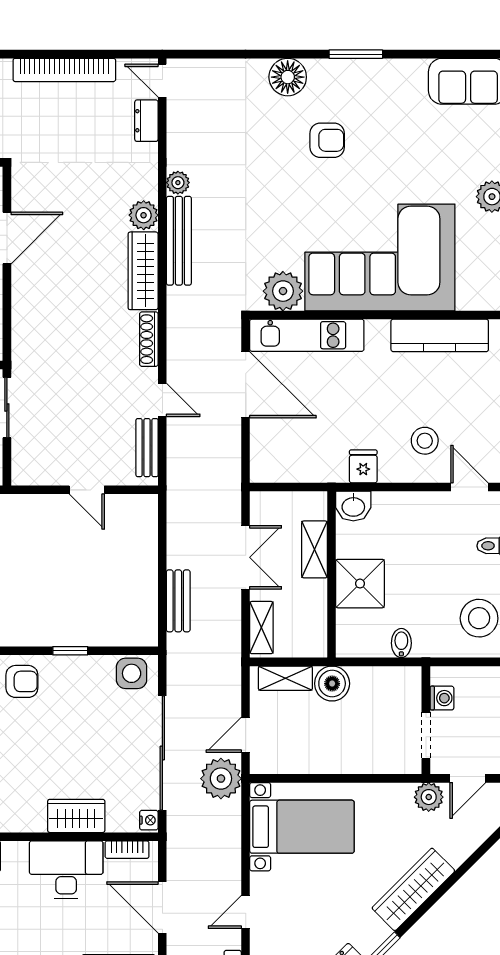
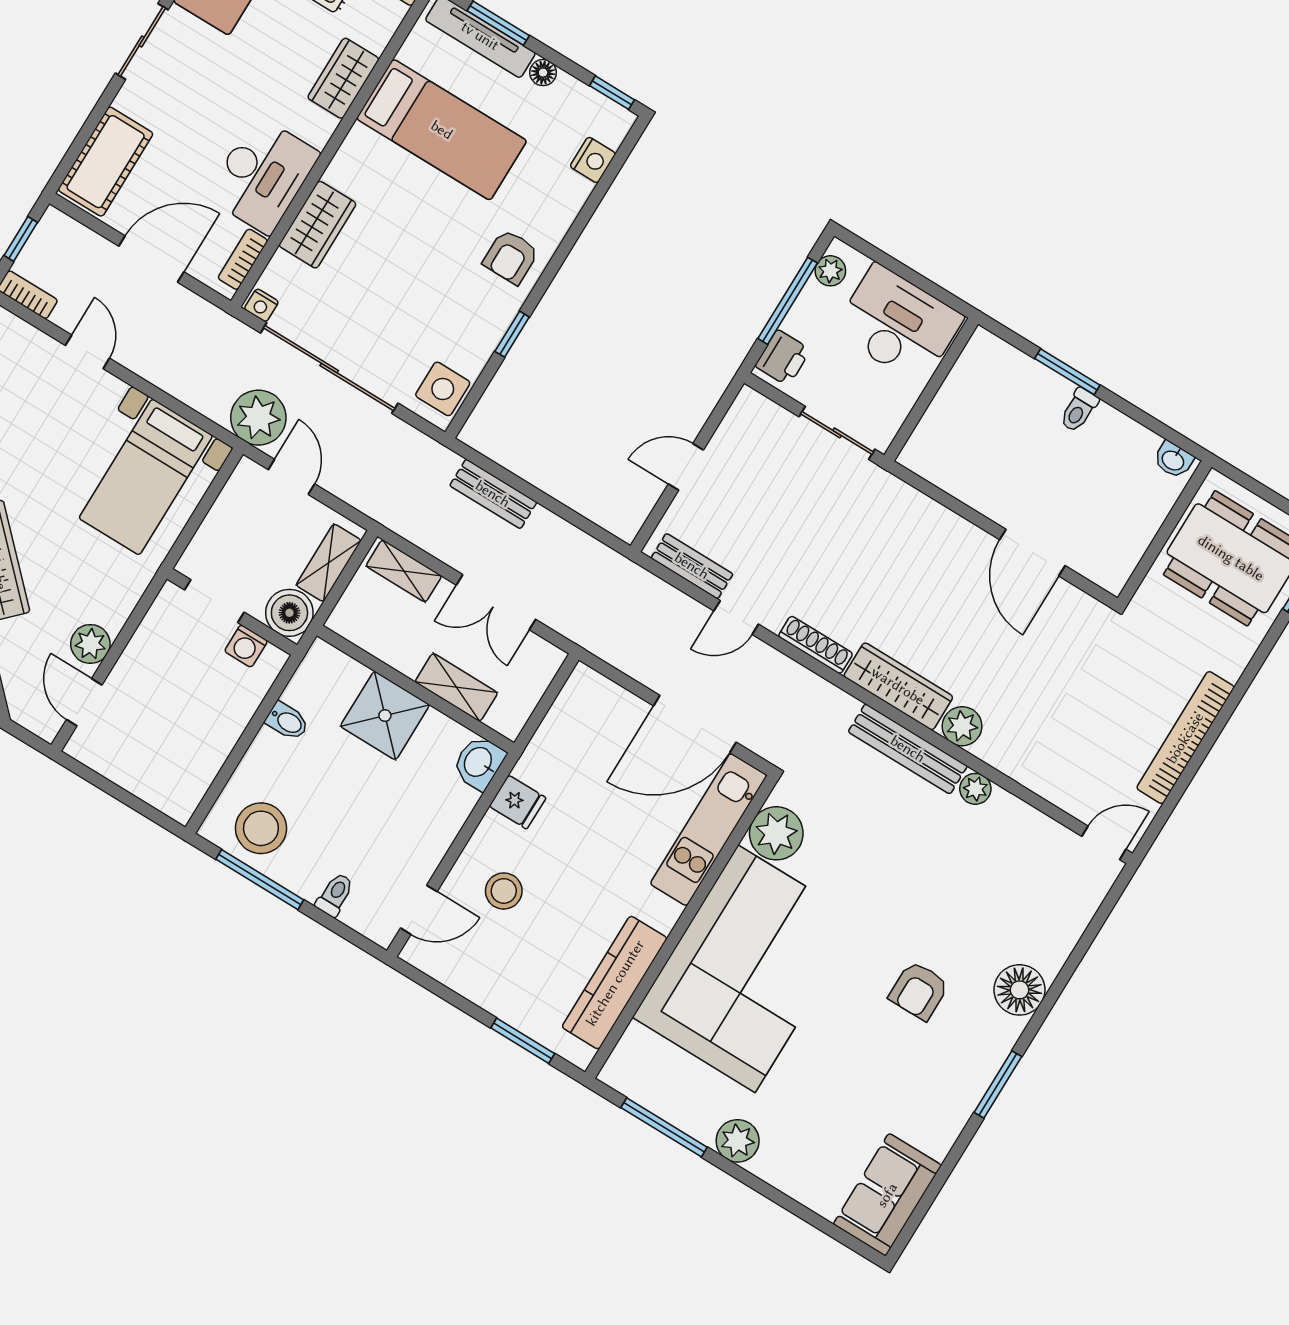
dresser: (146, 121) -> (1069, 796), removed
washing machine: (442, 698) -> (246, 646), moved
wall: (426, 720) -> (232, 612), moved
doorway: (426, 735) -> (214, 601), moved

